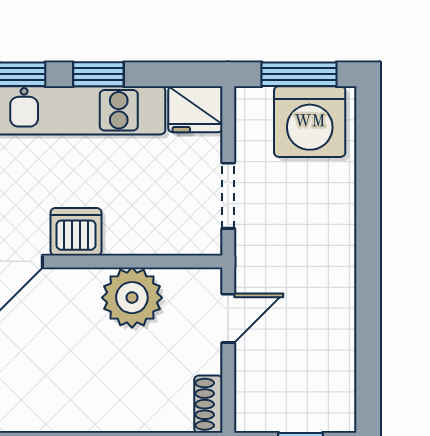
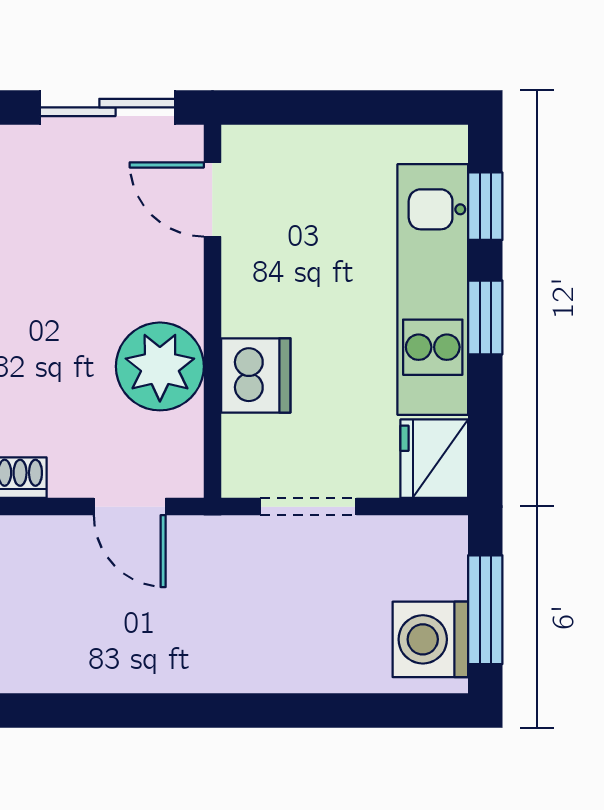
washing machine: (310, 122) -> (430, 639), width x0.73, depth x0.73
dishwasher: (76, 232) -> (256, 375), moved

